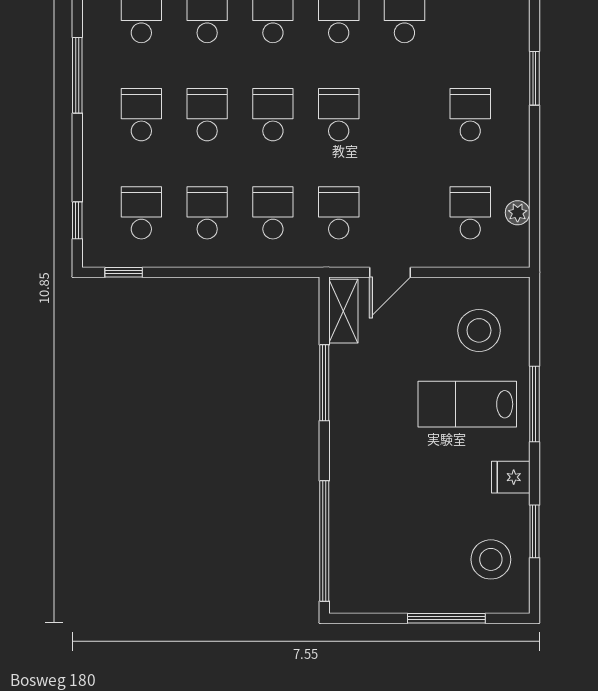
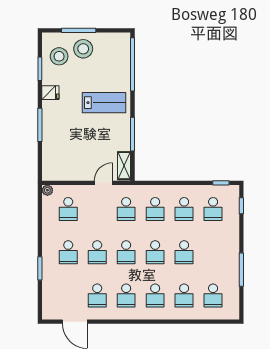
school desk: (141, 115) -> (97, 252), moved
plant: (518, 213) -> (47, 190), moved
stool: (479, 330) -> (83, 49), moved
lab bench: (467, 404) -> (104, 103), moved

